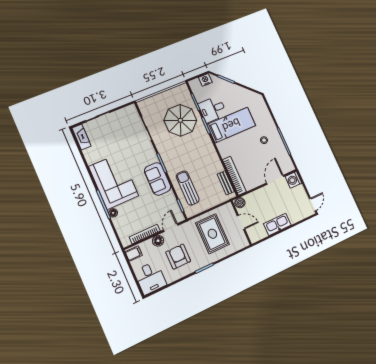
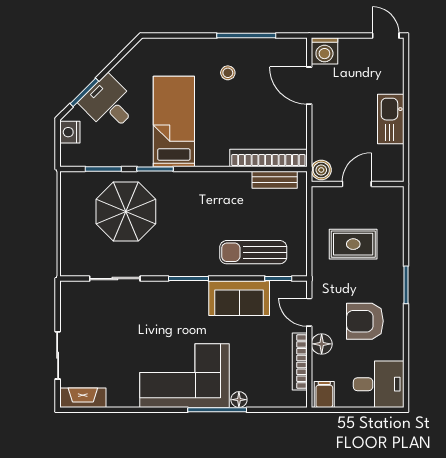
desk: (212, 109) -> (109, 104), moved, turned 135
sofa: (158, 179) -> (239, 298), moved
rug: (212, 234) -> (353, 244), width x0.73, depth x0.70

